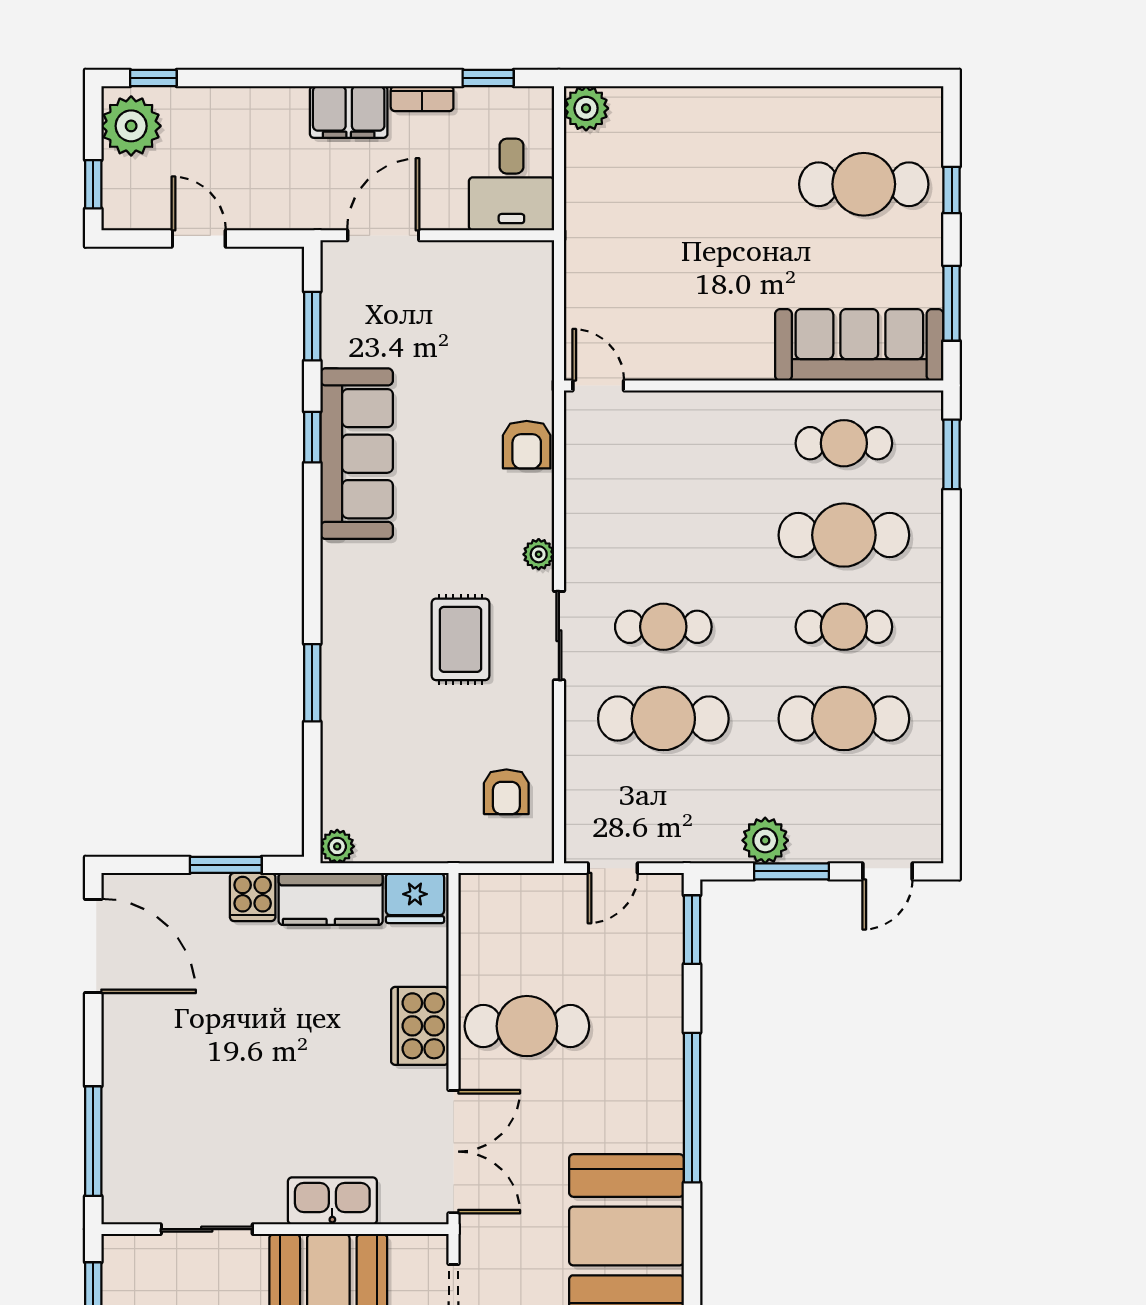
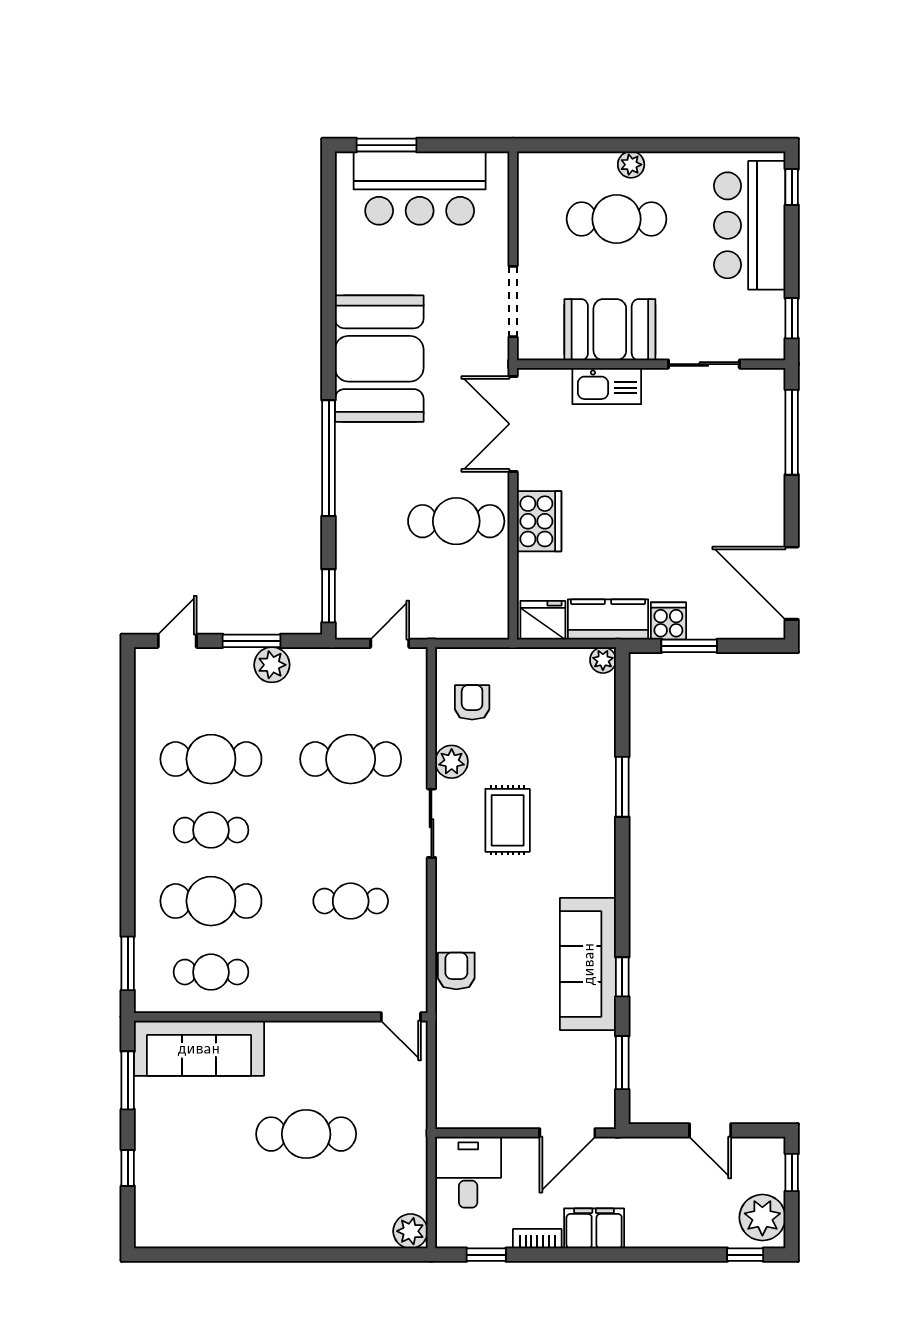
cafe table: (864, 184) -> (306, 1134), moved
plant: (539, 554) -> (452, 762), moved, width x1.38, depth x1.38
cafe table: (663, 627) -> (351, 901), moved

